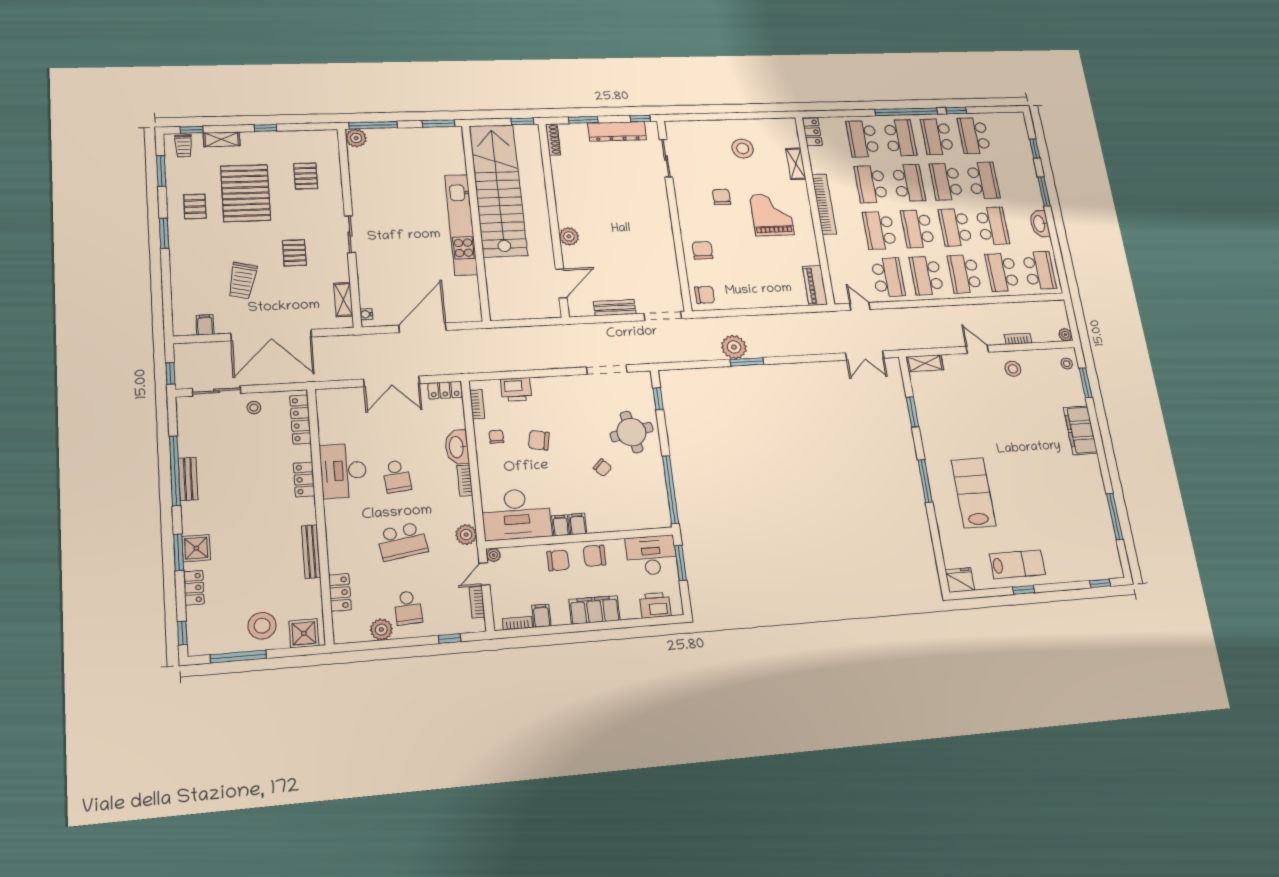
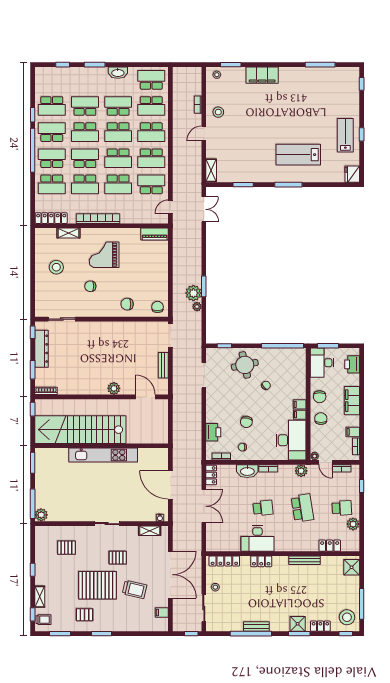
locker: (812, 132) -> (51, 218), width x1.53
school desk: (937, 137) -> (52, 132), turned 180
pallet: (246, 193) -> (98, 585), moved
plant: (1065, 335) -> (197, 307), moved
stool: (262, 626) -> (347, 617), moved

